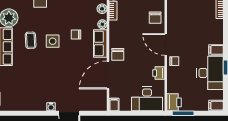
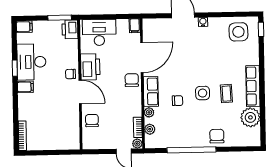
printer: (159, 73) -> (90, 67), width x1.87, depth x1.48
side table: (18, 97) -> (238, 32), added

